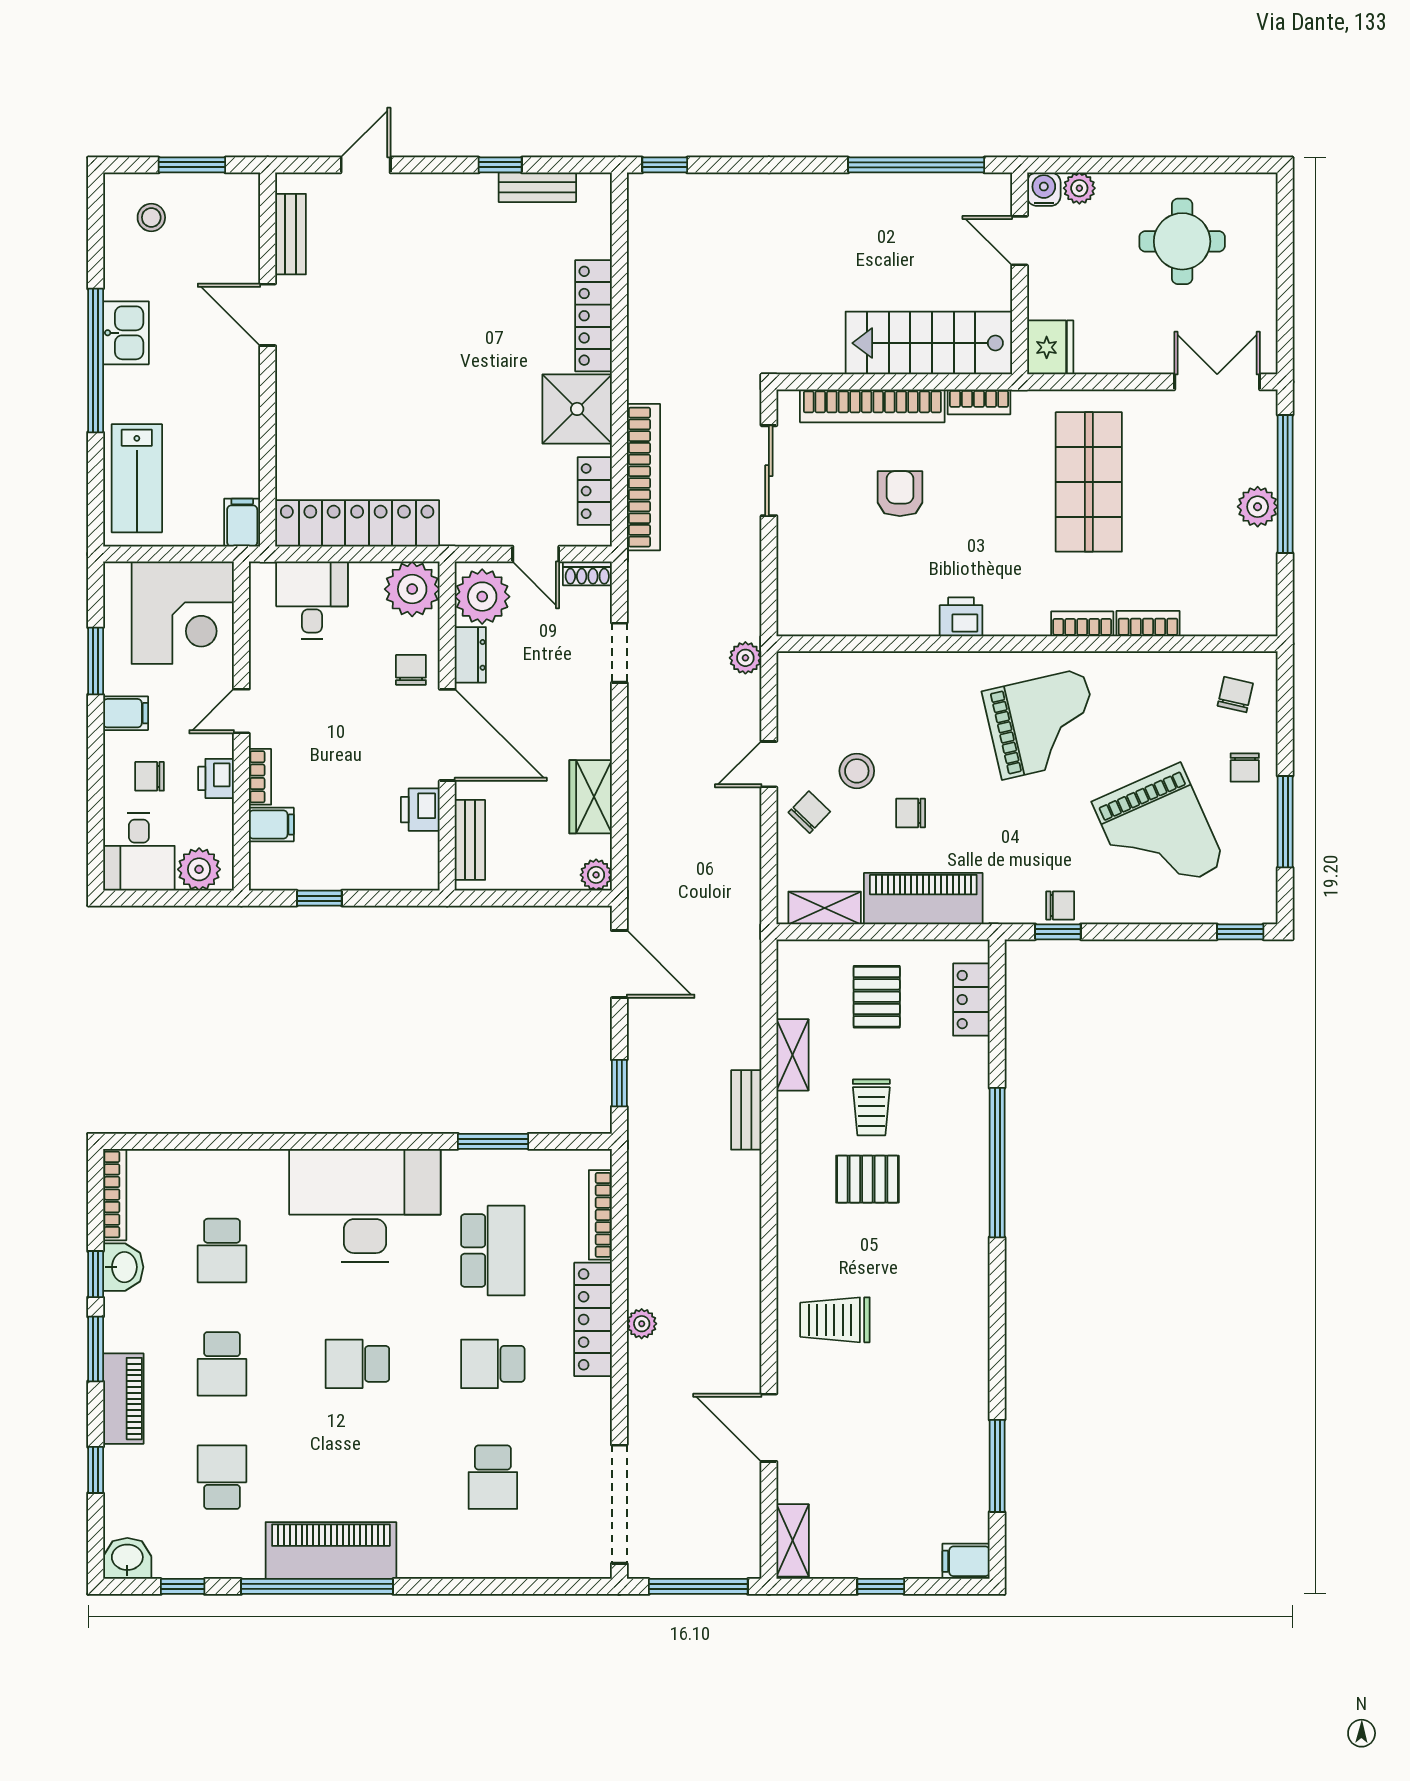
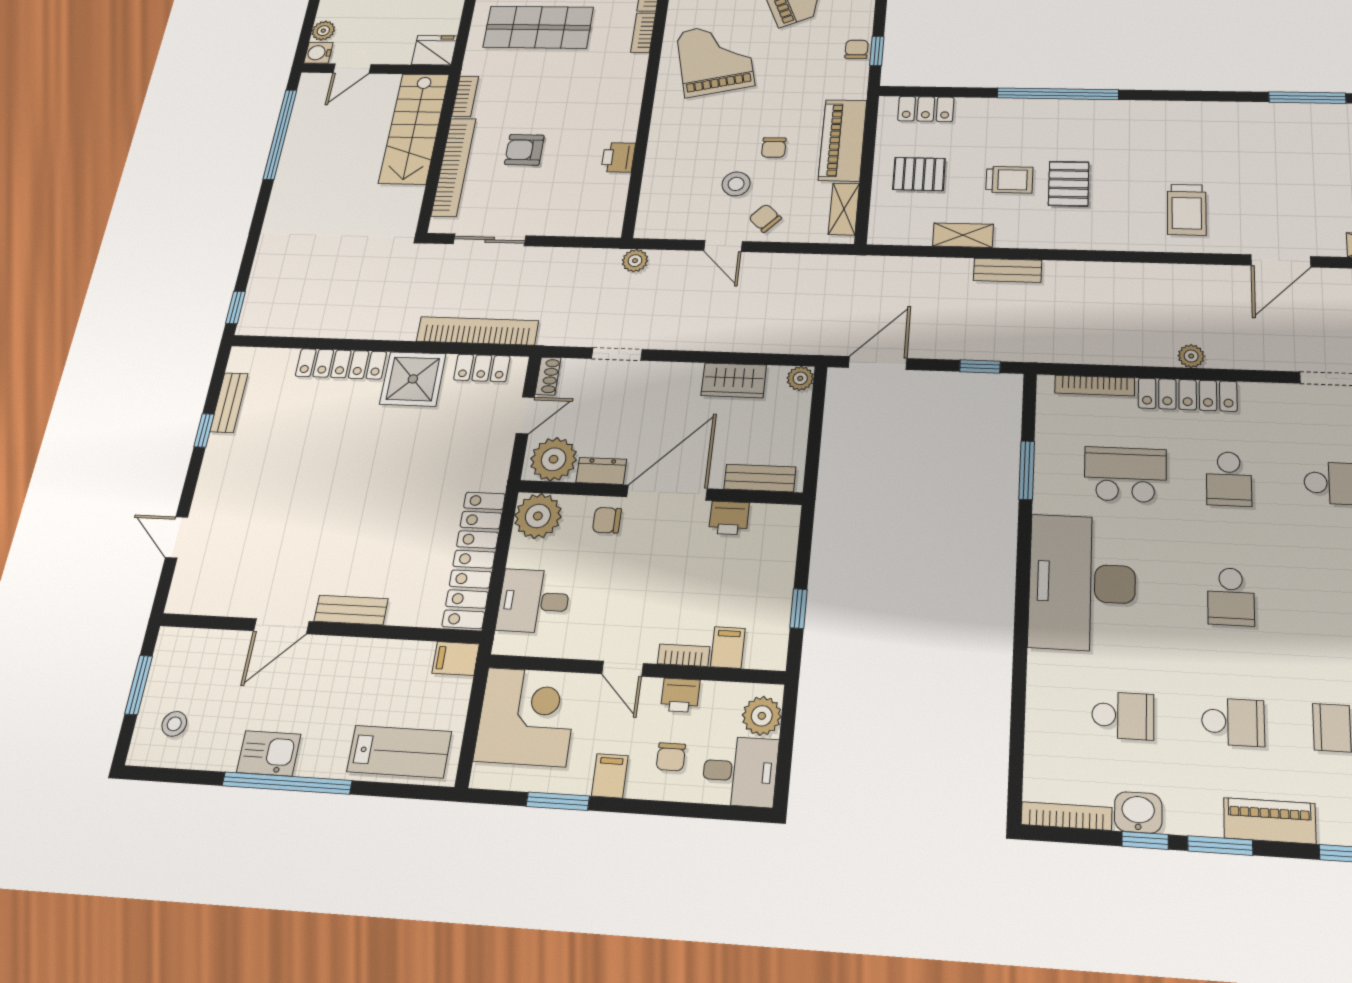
bench: (291, 234) -> (351, 610), moved
printer: (961, 617) -> (618, 157), moved

